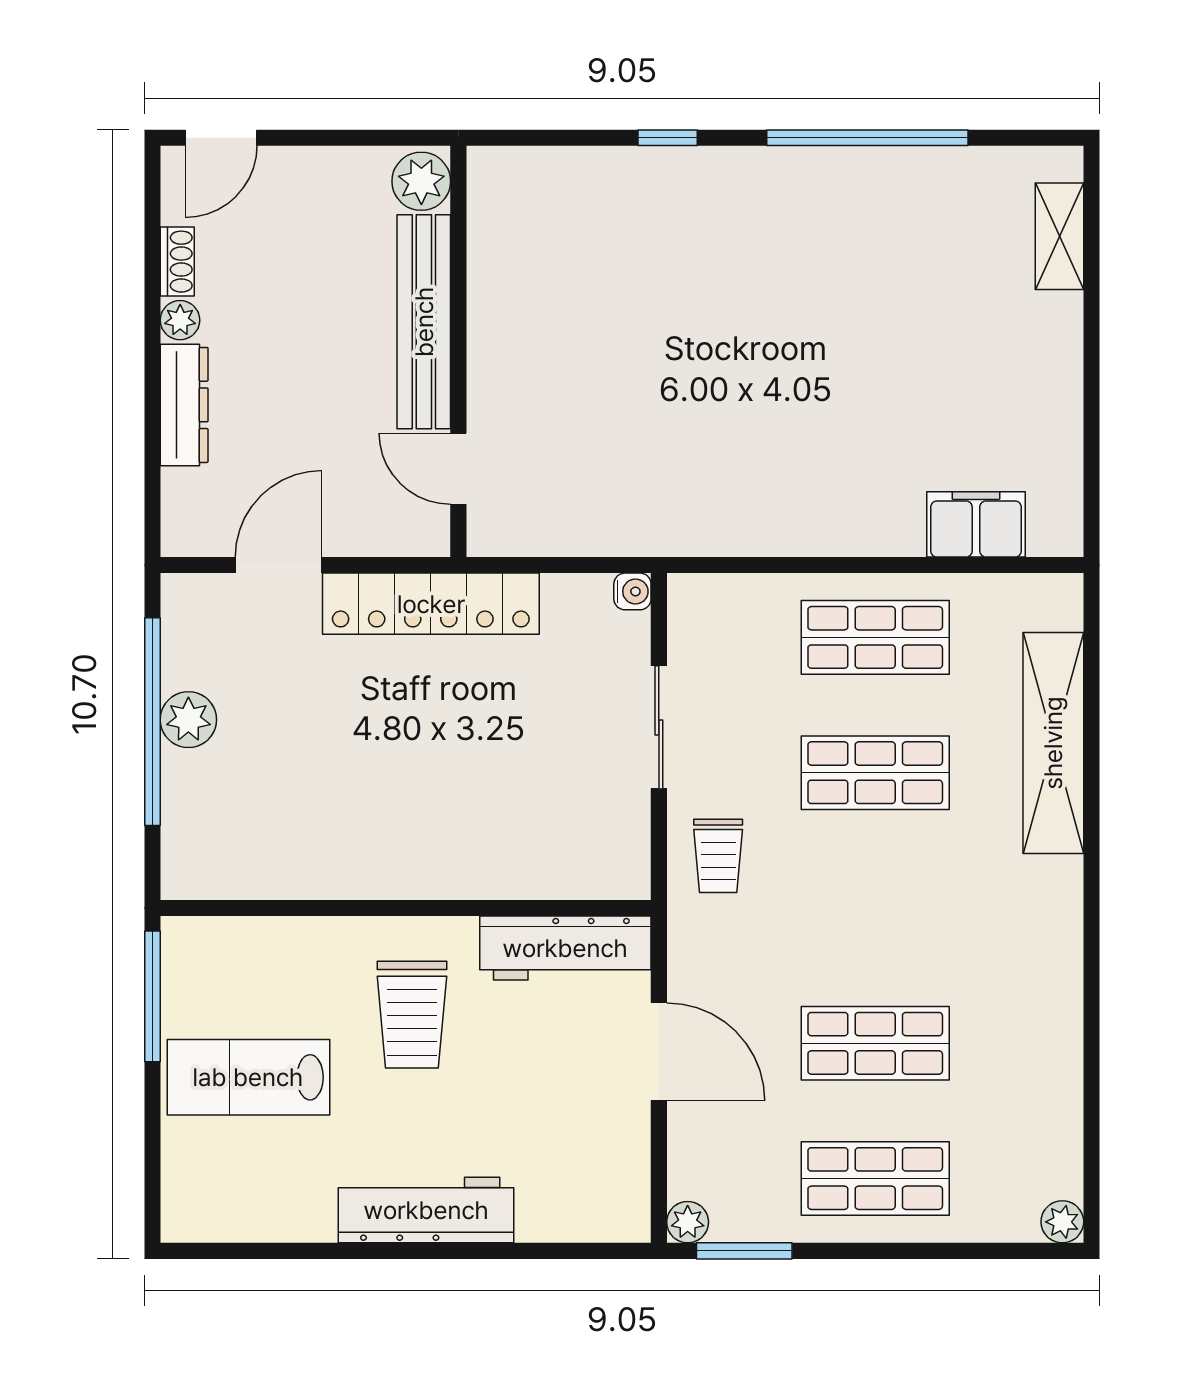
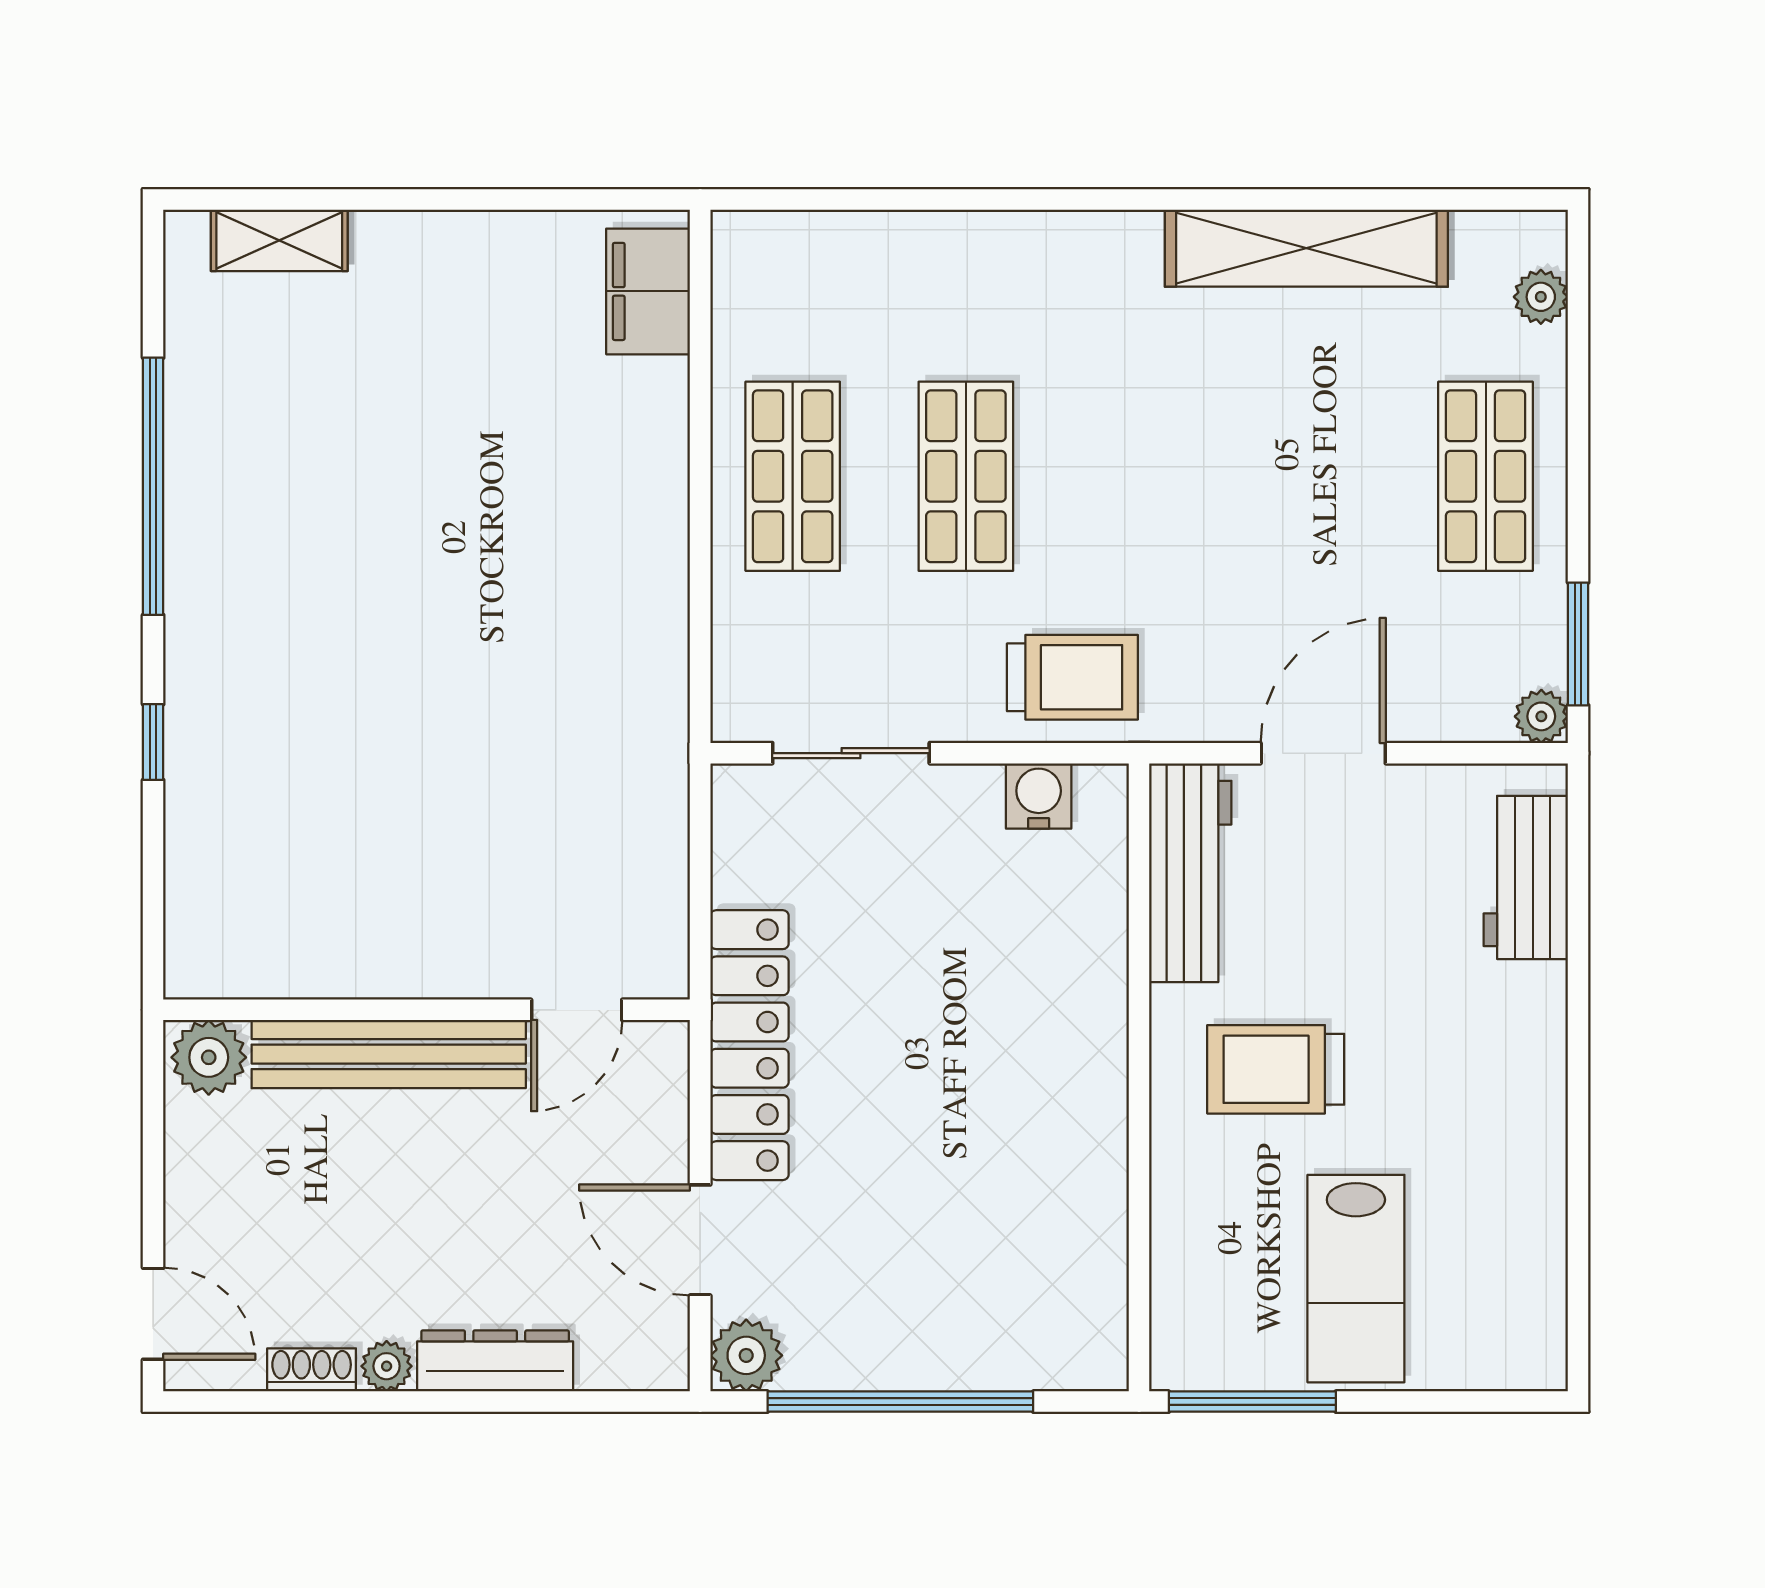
filing cabinet: (976, 524) -> (648, 291), moved
water cooler: (632, 591) -> (1039, 796), moved, width x1.38, depth x1.38
plant: (188, 720) -> (746, 1355), moved
sliding door: (659, 727) -> (851, 753), moved
shelving: (1053, 743) -> (1306, 248), moved
trolley: (718, 856) -> (1072, 677), width x1.36, depth x1.39
trolley: (412, 1015) -> (1276, 1069), turned 180
shop shelf: (875, 1043) -> (1312, 476), removed
workbench: (426, 1210) -> (1526, 877), moved, width x0.73
plant: (1062, 1222) -> (1541, 297), moved

